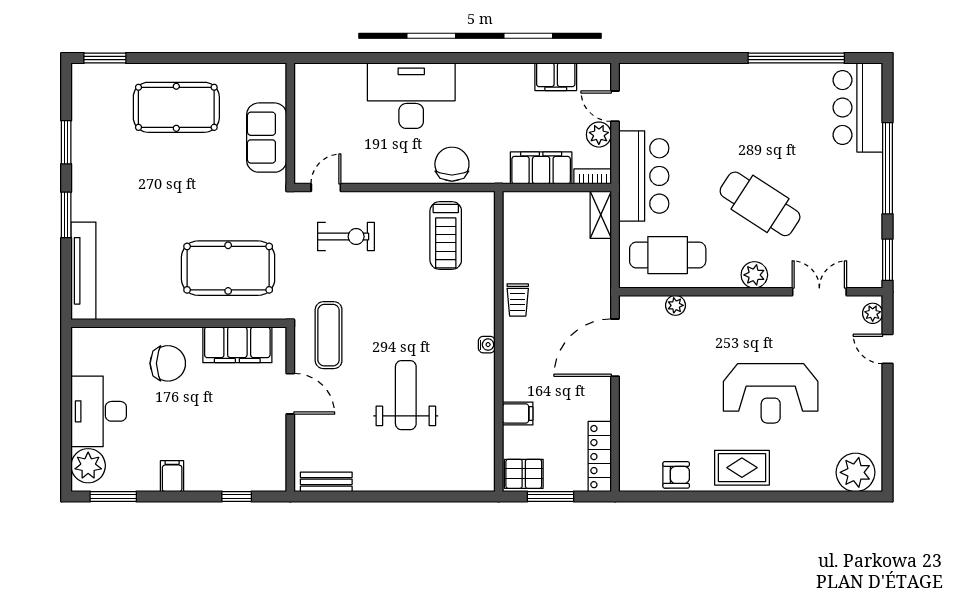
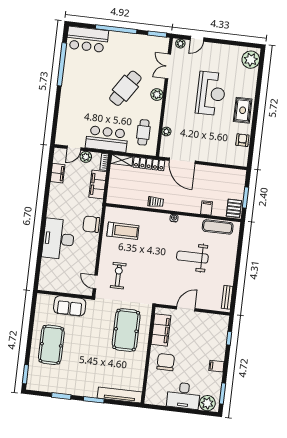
cafe table: (668, 255) -> (143, 132), width x0.73, depth x0.74
exercise mat: (329, 335) -> (218, 227), moved
locker: (600, 457) -> (149, 164), moved

